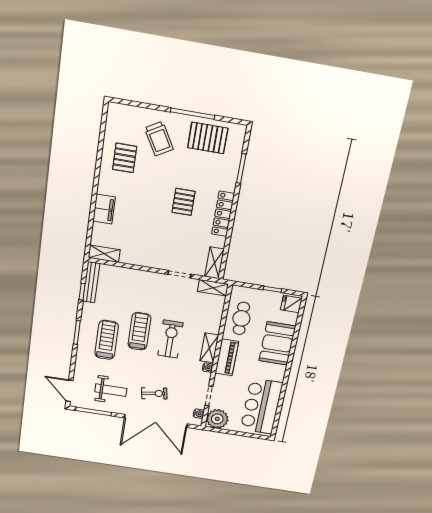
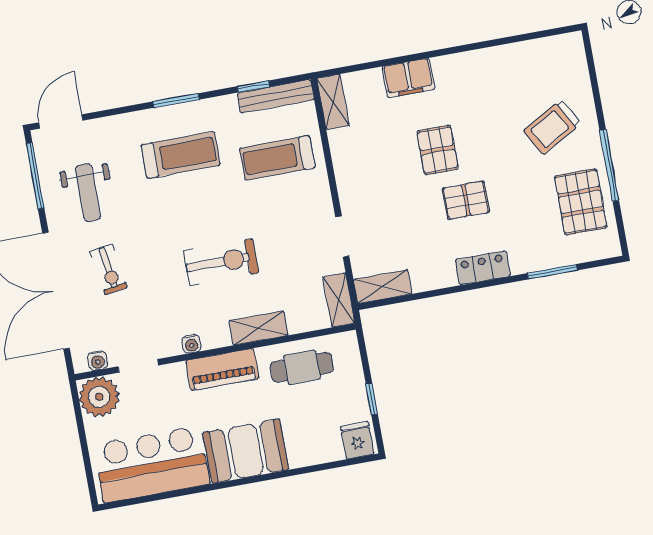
pallet: (125, 158) -> (437, 150), moved, turned 90
locker: (223, 214) -> (483, 268), width x0.66
treadmill: (139, 331) -> (277, 158), moved, turned 180
booth: (277, 343) -> (246, 451), moved
shelving: (209, 348) -> (258, 328), moved

